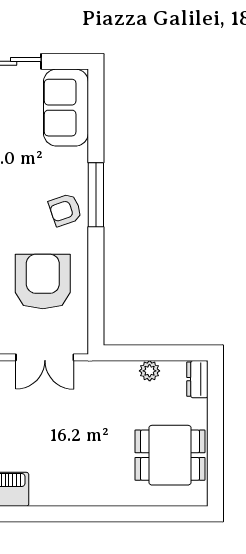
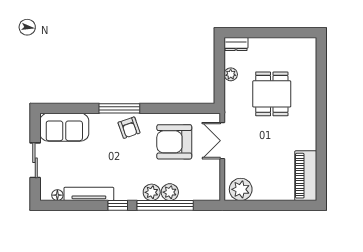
double door: (45, 357) -> (222, 141), swing flipped
dining table: (170, 455) -> (272, 94), moved

